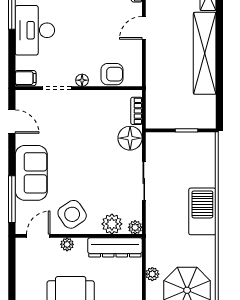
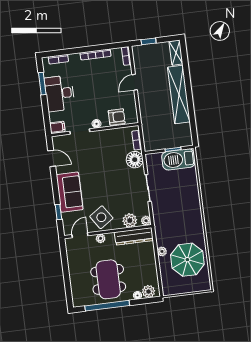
window: (12, 199) -> (58, 212), width x0.46
barbecue: (202, 211) -> (178, 159), moved, turned -90

